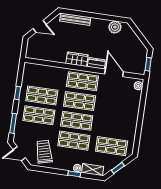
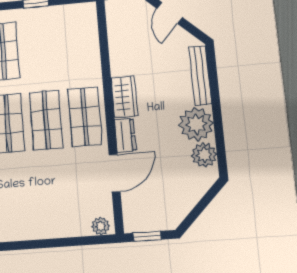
plant: (99, 27) -> (196, 124), added
shop shelf: (42, 96) -> (41, 48), removed

